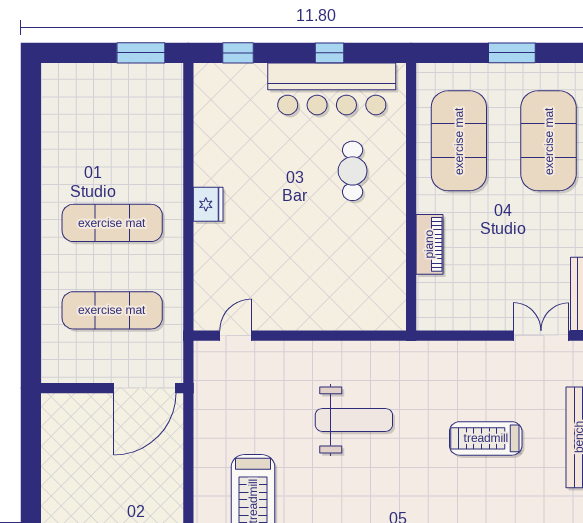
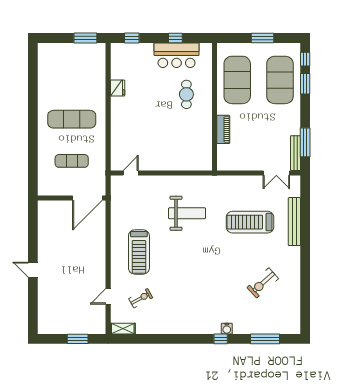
bar counter: (332, 89) -> (177, 55), width x0.73
fridge: (208, 204) -> (118, 88), moved
exercise mat: (112, 310) -> (72, 161), width x0.73, depth x0.69
double door: (541, 336) -> (276, 173), swing flipped
treadmill: (486, 438) -> (250, 222), width x1.37, depth x1.37

